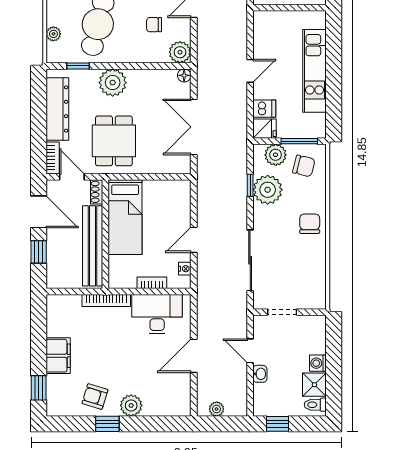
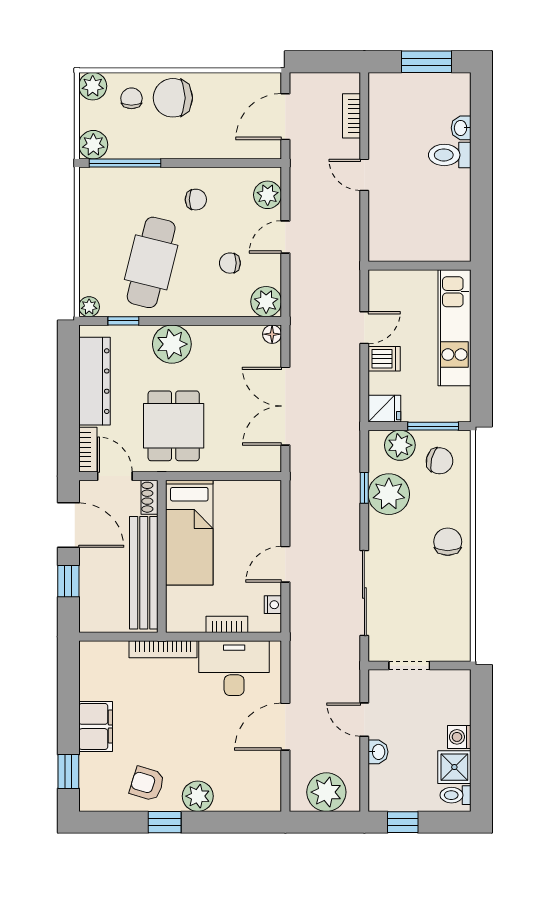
wall: (290, 8) -> (420, 266), moved
plant: (53, 34) -> (89, 307), moved
dishwasher: (264, 109) -> (384, 359), moved
plant: (217, 409) -> (326, 792), width x1.87, depth x1.87

